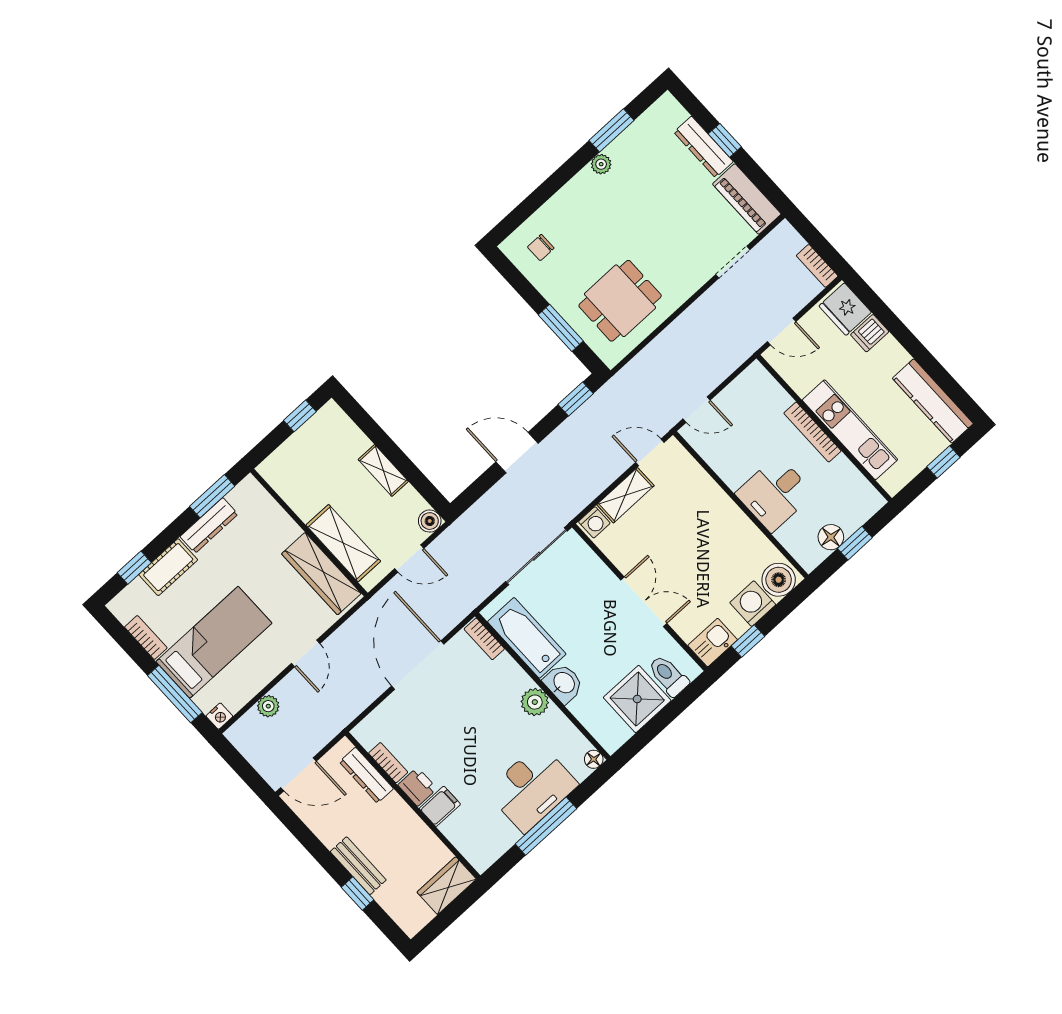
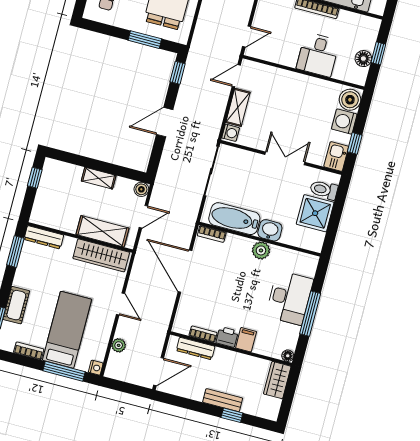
dresser: (209, 525) -> (44, 237), moved, turned 90
floor lamp: (594, 759) -> (288, 356), moved

